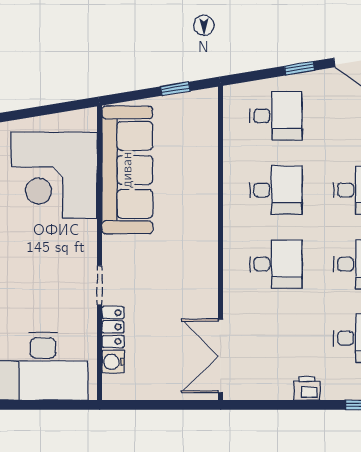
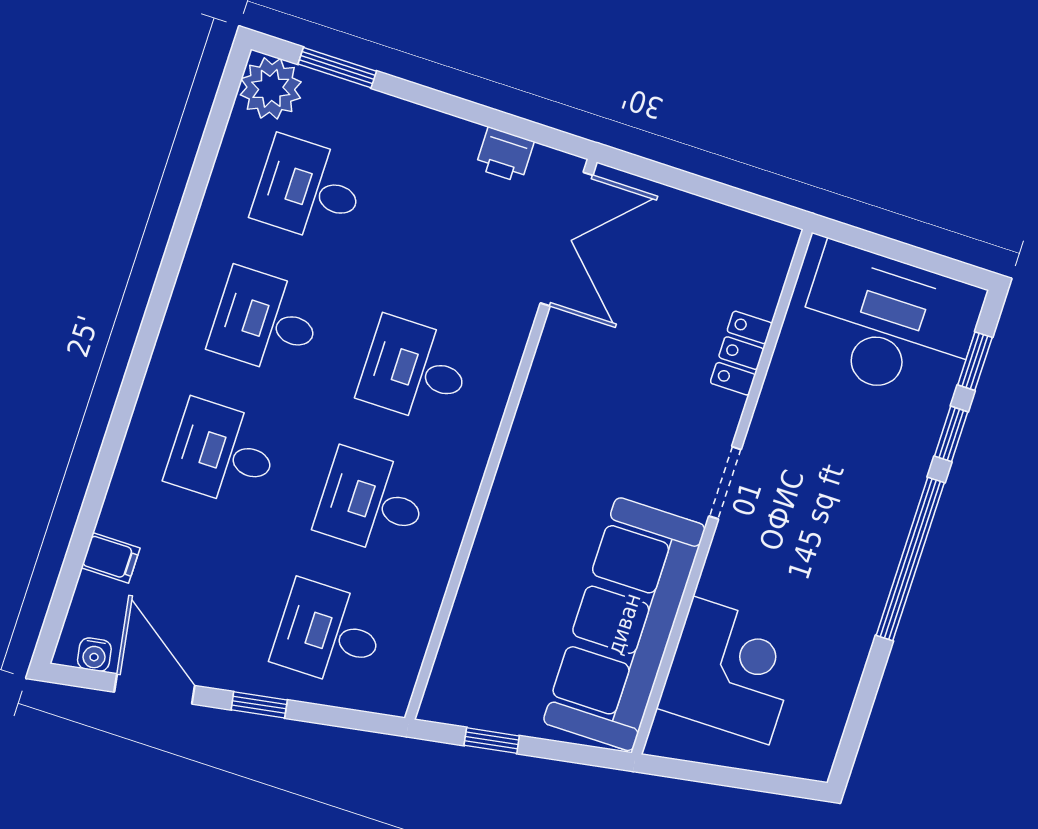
corner desk: (54, 176) -> (731, 670), width x0.74, depth x0.74
doorway: (100, 285) -> (725, 483), moved
water cooler: (113, 362) -> (761, 291), removed
printer: (307, 388) -> (505, 155), moved

